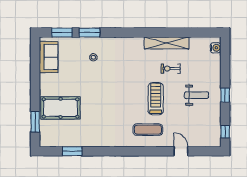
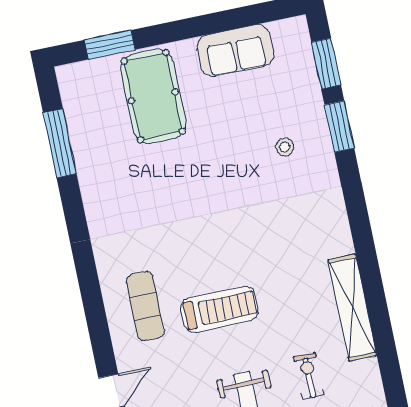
sofa: (49, 57) -> (235, 51), moved
exercise bike: (171, 69) -> (309, 376), moved
window: (72, 151) -> (60, 143), width x1.44

